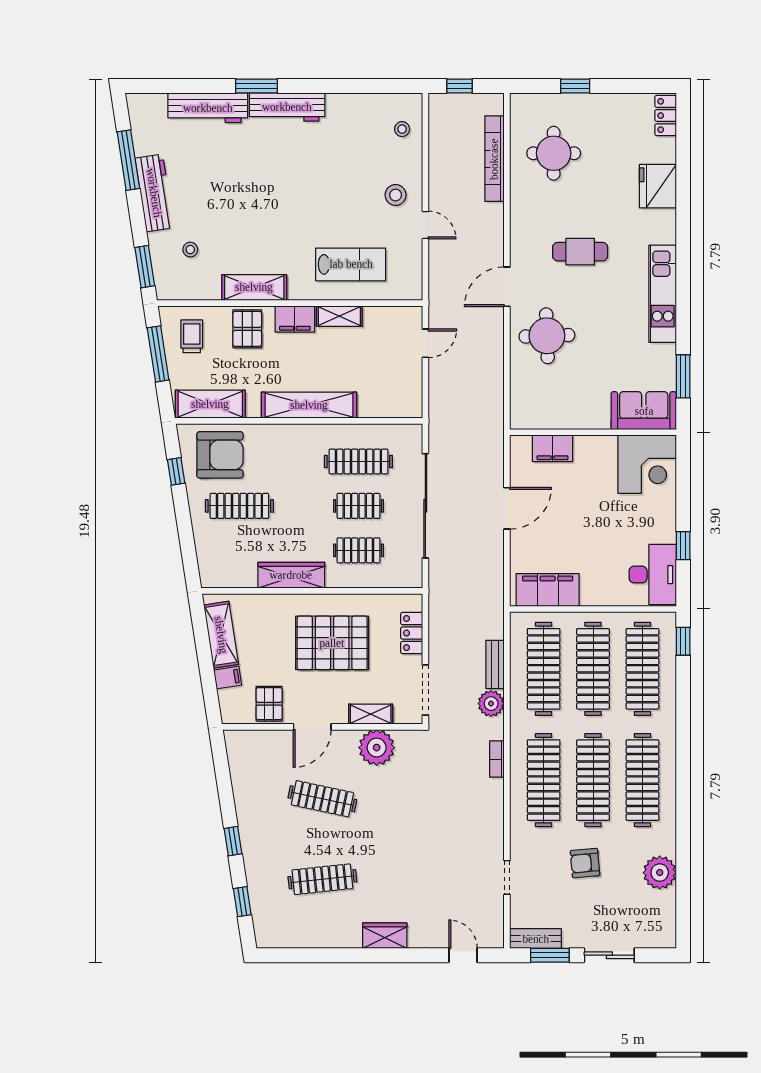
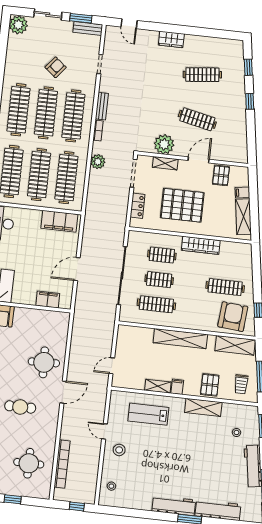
filing cabinet: (295, 319) -> (177, 387), width x0.50
armchair: (220, 455) -> (233, 317), turned 95
bench: (495, 664) -> (102, 106), moved
armchair: (585, 863) -> (56, 67), turned -46
plant: (660, 873) -> (18, 25), moved

